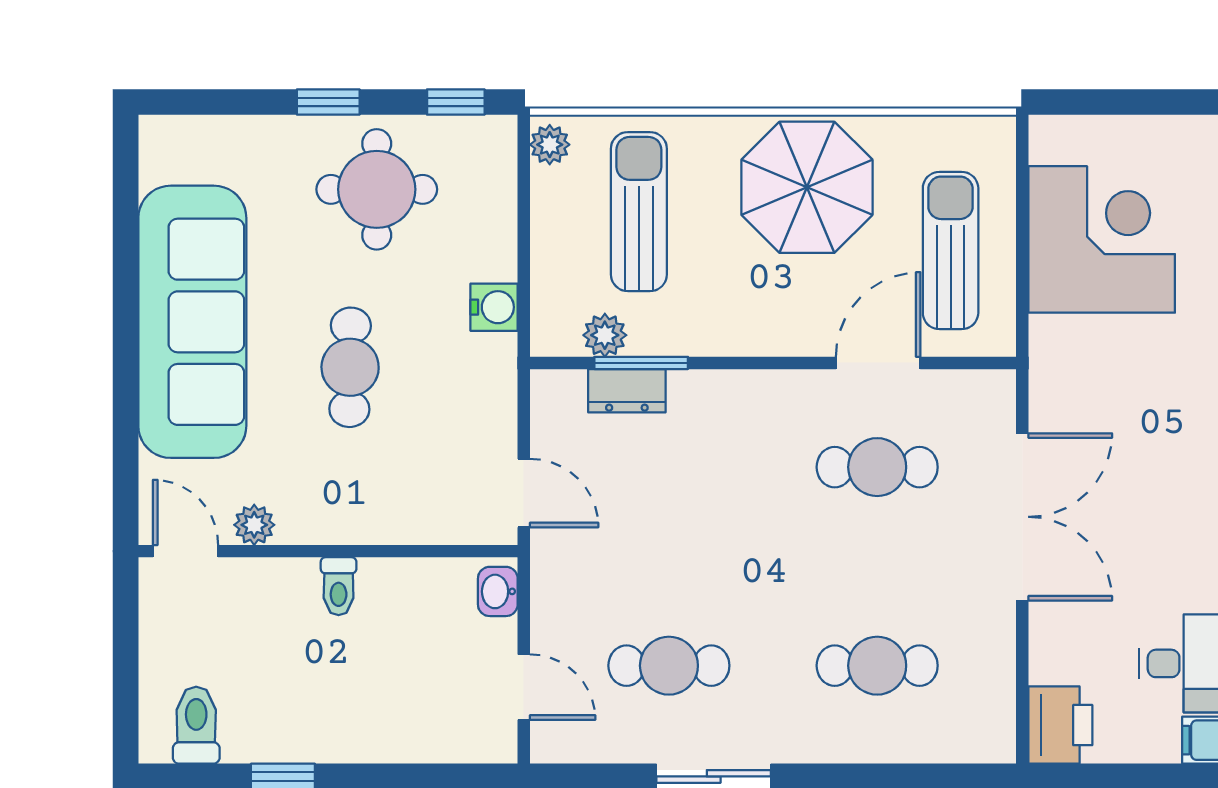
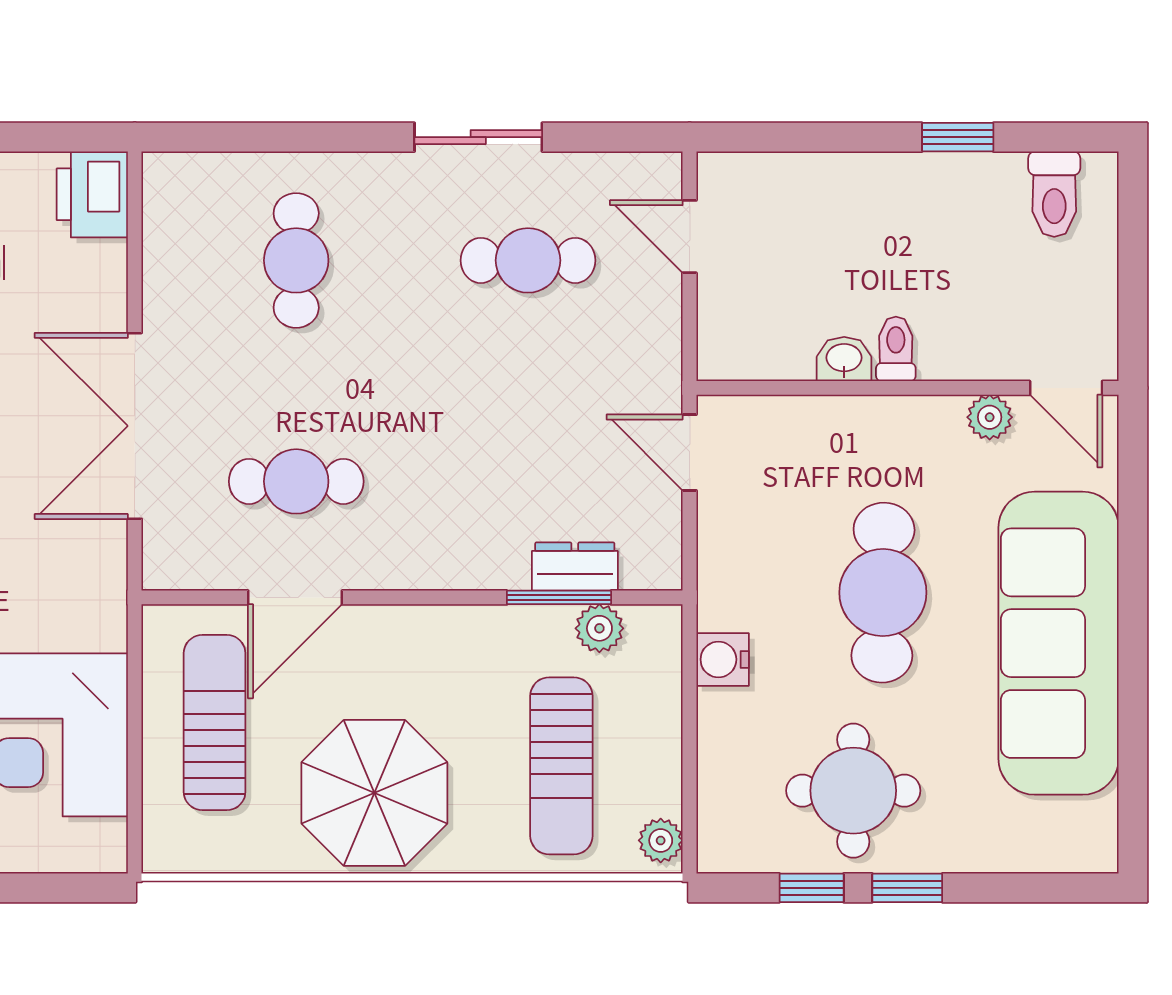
window: (456, 102) -> (812, 888), moved
sun lounger: (951, 251) -> (215, 723), turned 180
cafe table: (350, 367) -> (883, 593), width x1.37, depth x1.35
washbasin: (498, 591) -> (844, 359), moved, turned -90
cafe table: (877, 666) -> (296, 260), turned 90

